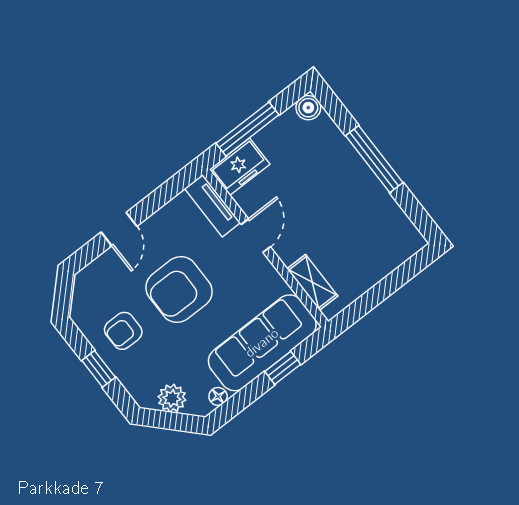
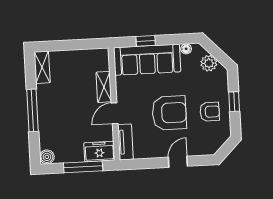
shelving: (403, 229) -> (42, 67), added
shelving: (312, 282) -> (104, 87), moved

